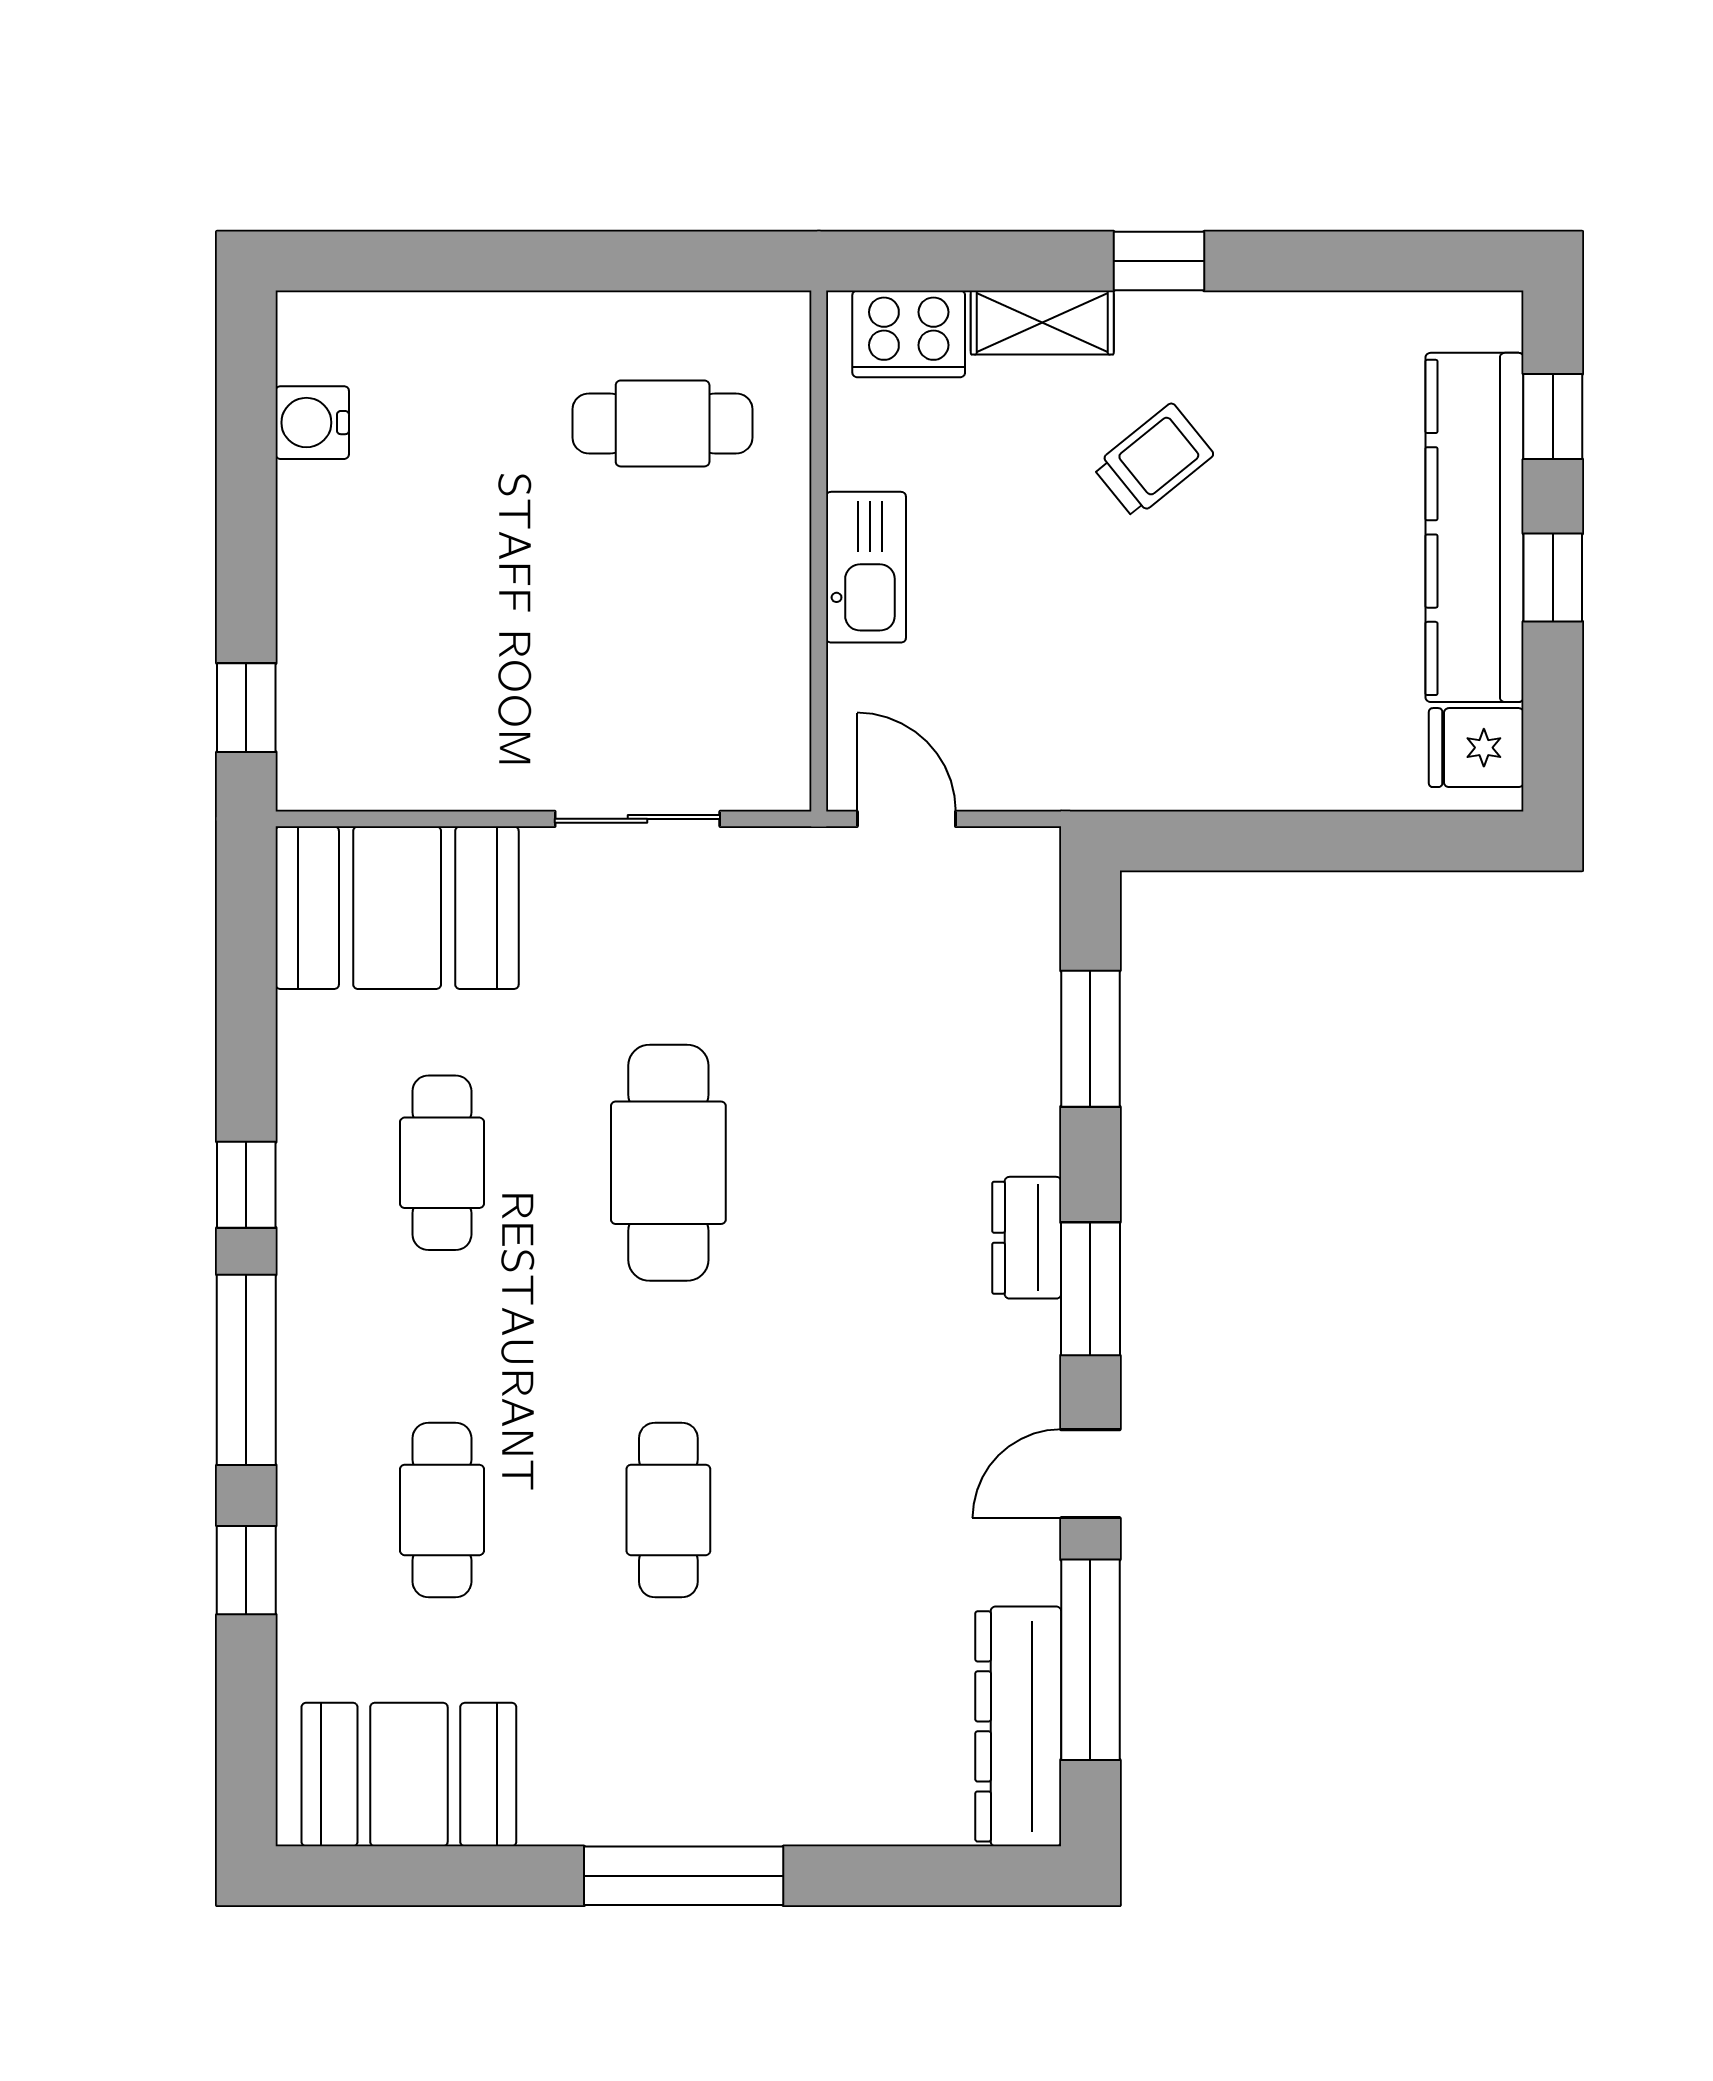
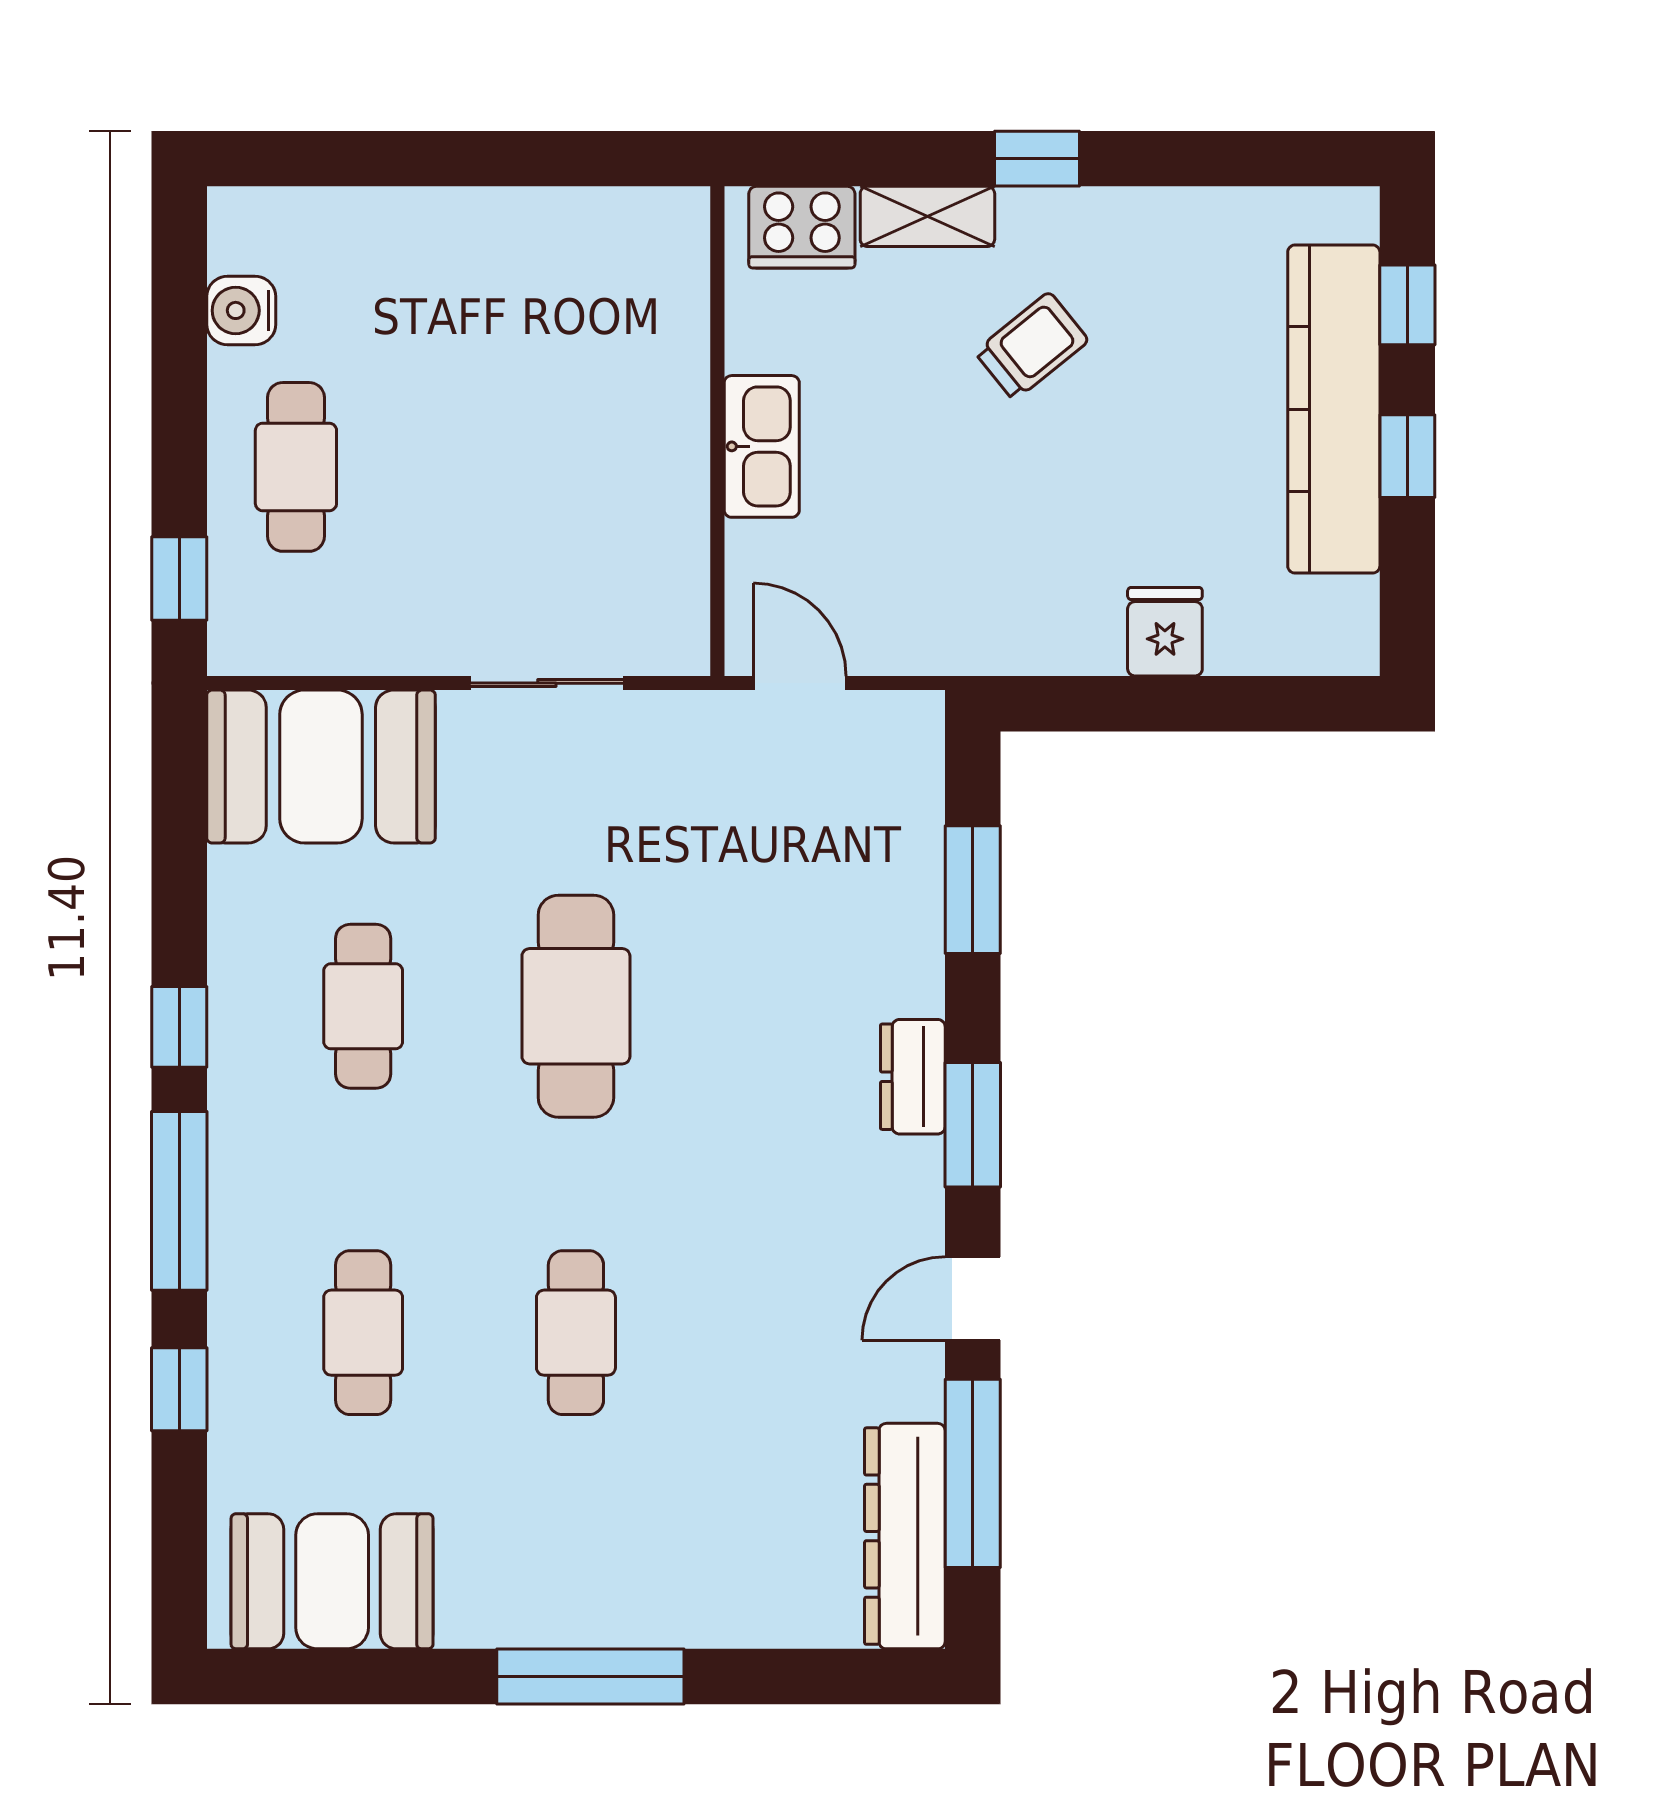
cafe table: (663, 423) -> (296, 467), moved, turned 90
fridge: (1476, 748) -> (1165, 632), moved, turned 90

